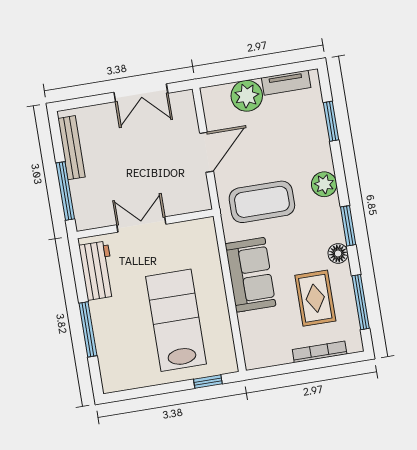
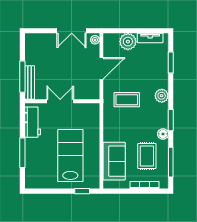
plant: (186, 102) -> (95, 40), added
bench: (72, 148) -> (30, 83), moved
coffee table: (262, 202) -> (127, 100), width x0.73, depth x0.76
sofa: (250, 275) -> (114, 161), moved

